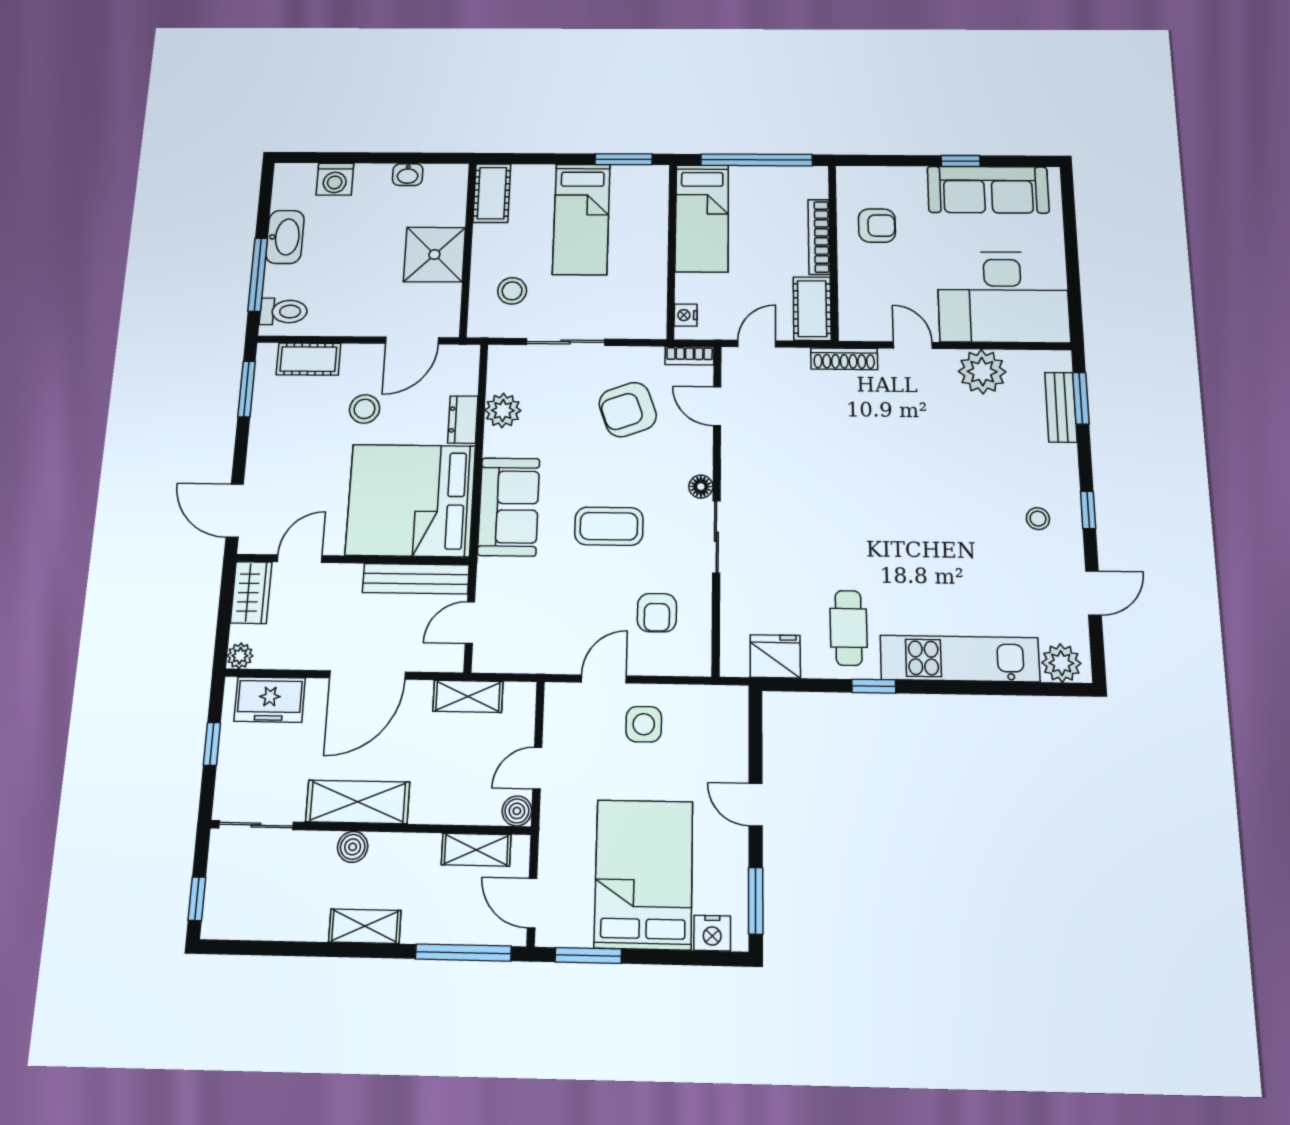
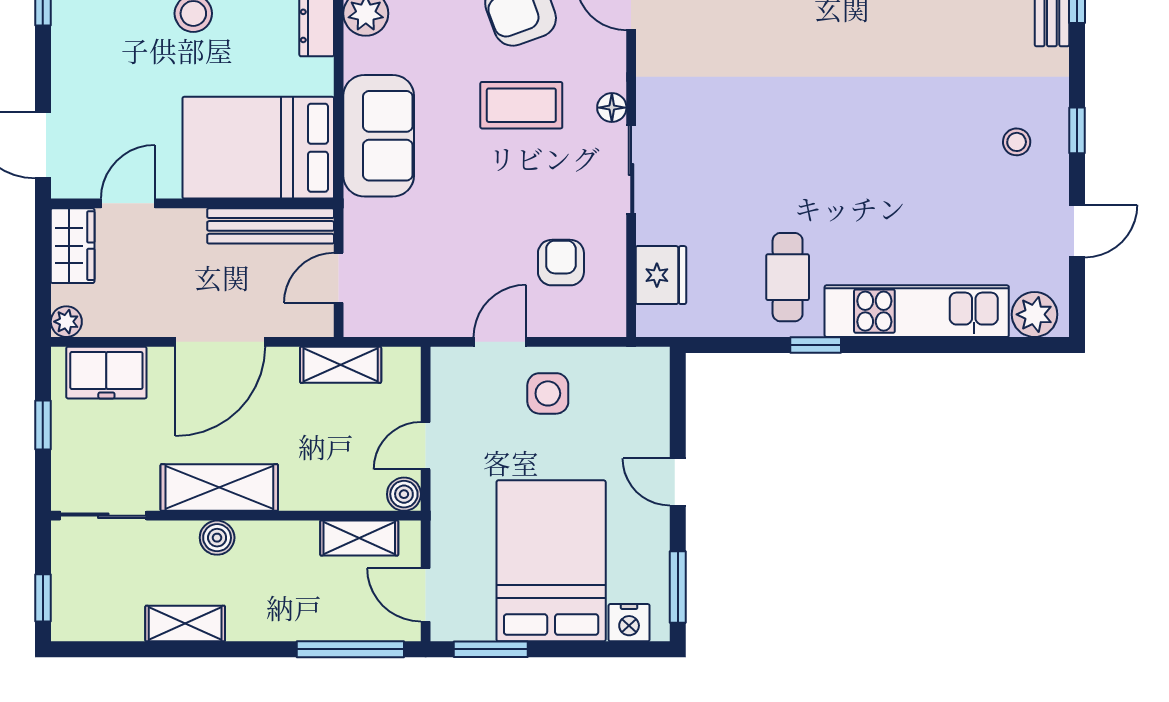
bed: (411, 500) -> (258, 148), width x0.73
coffee table: (609, 526) -> (521, 105), moved
armchair: (657, 613) -> (561, 263), turned 180
fridge: (775, 656) -> (661, 275), moved, turned 90
shelving: (365, 926) -> (185, 624), moved

